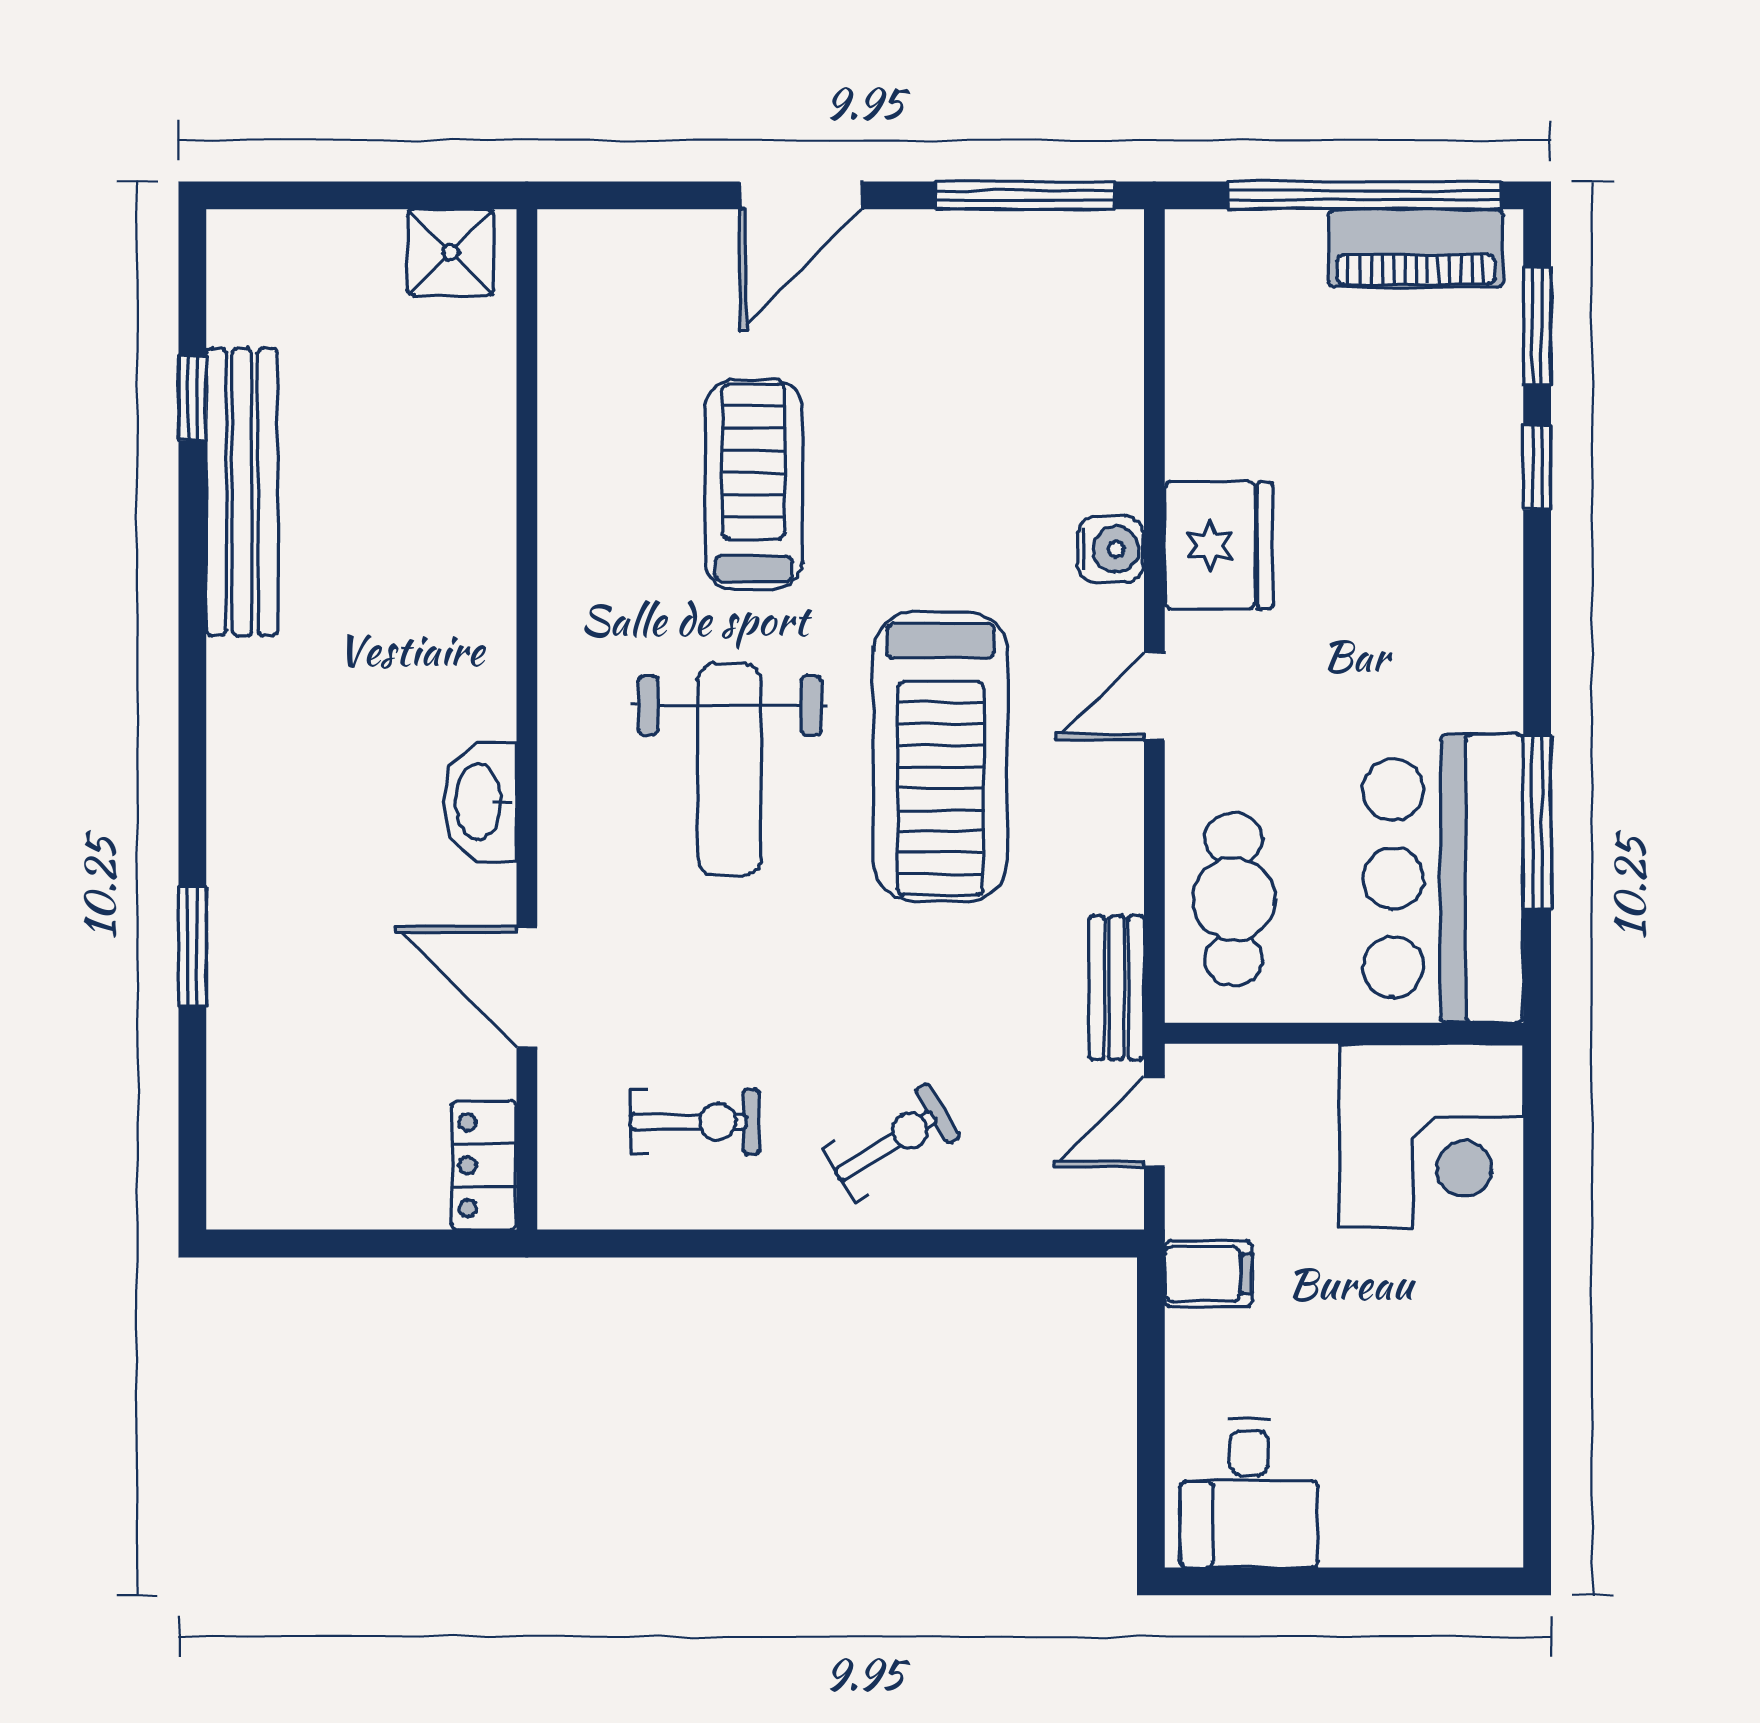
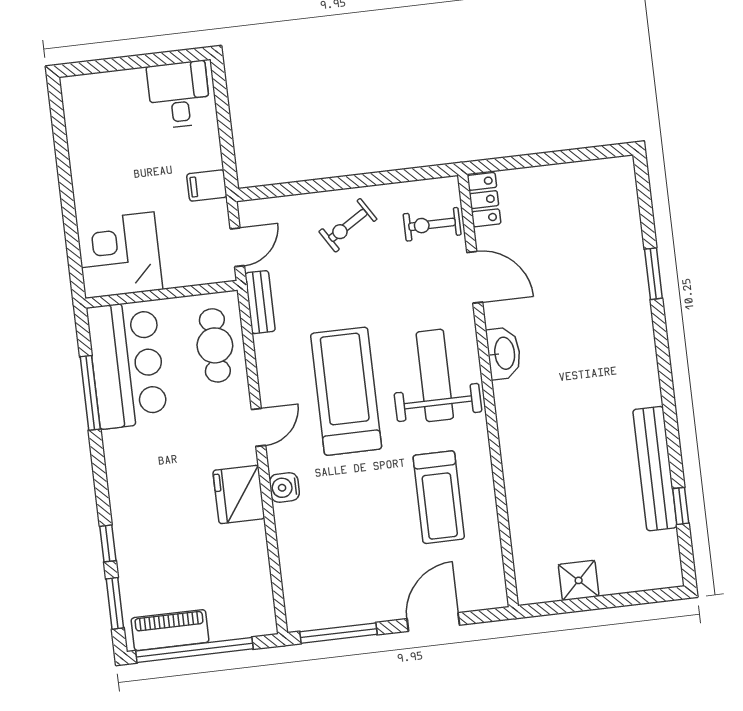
wall: (527, 719) -> (488, 390), moved
washbasin: (480, 802) -> (504, 353), moved
door: (527, 987) -> (475, 277), moved
locker: (484, 1165) -> (484, 200), moved

